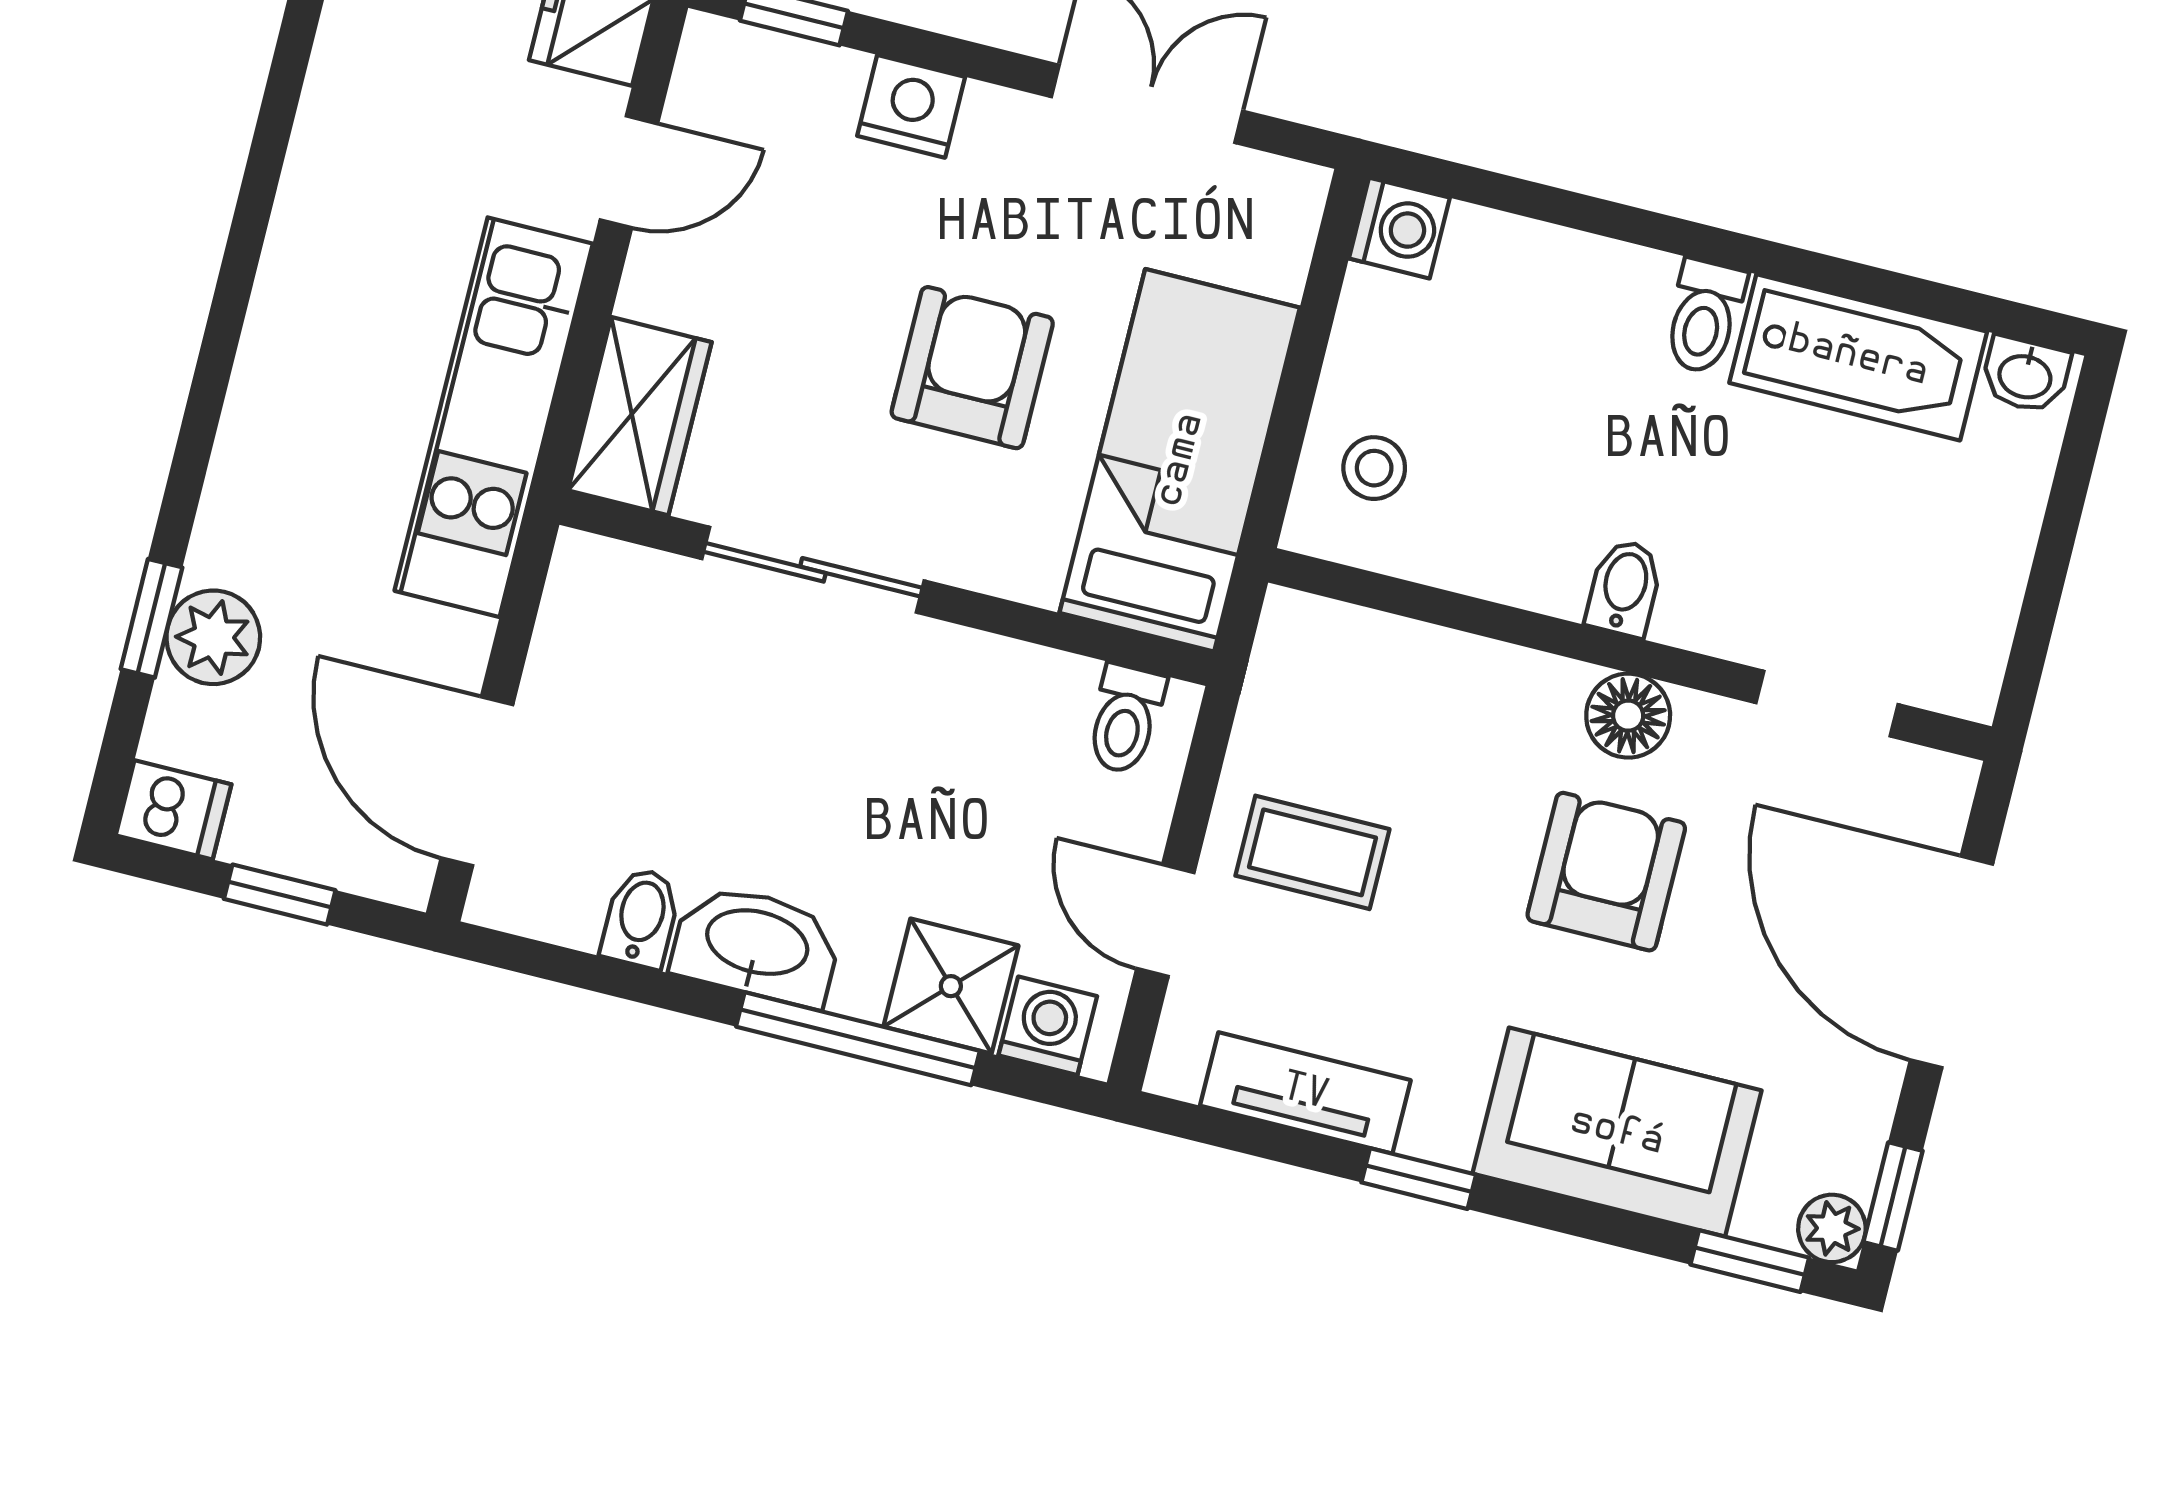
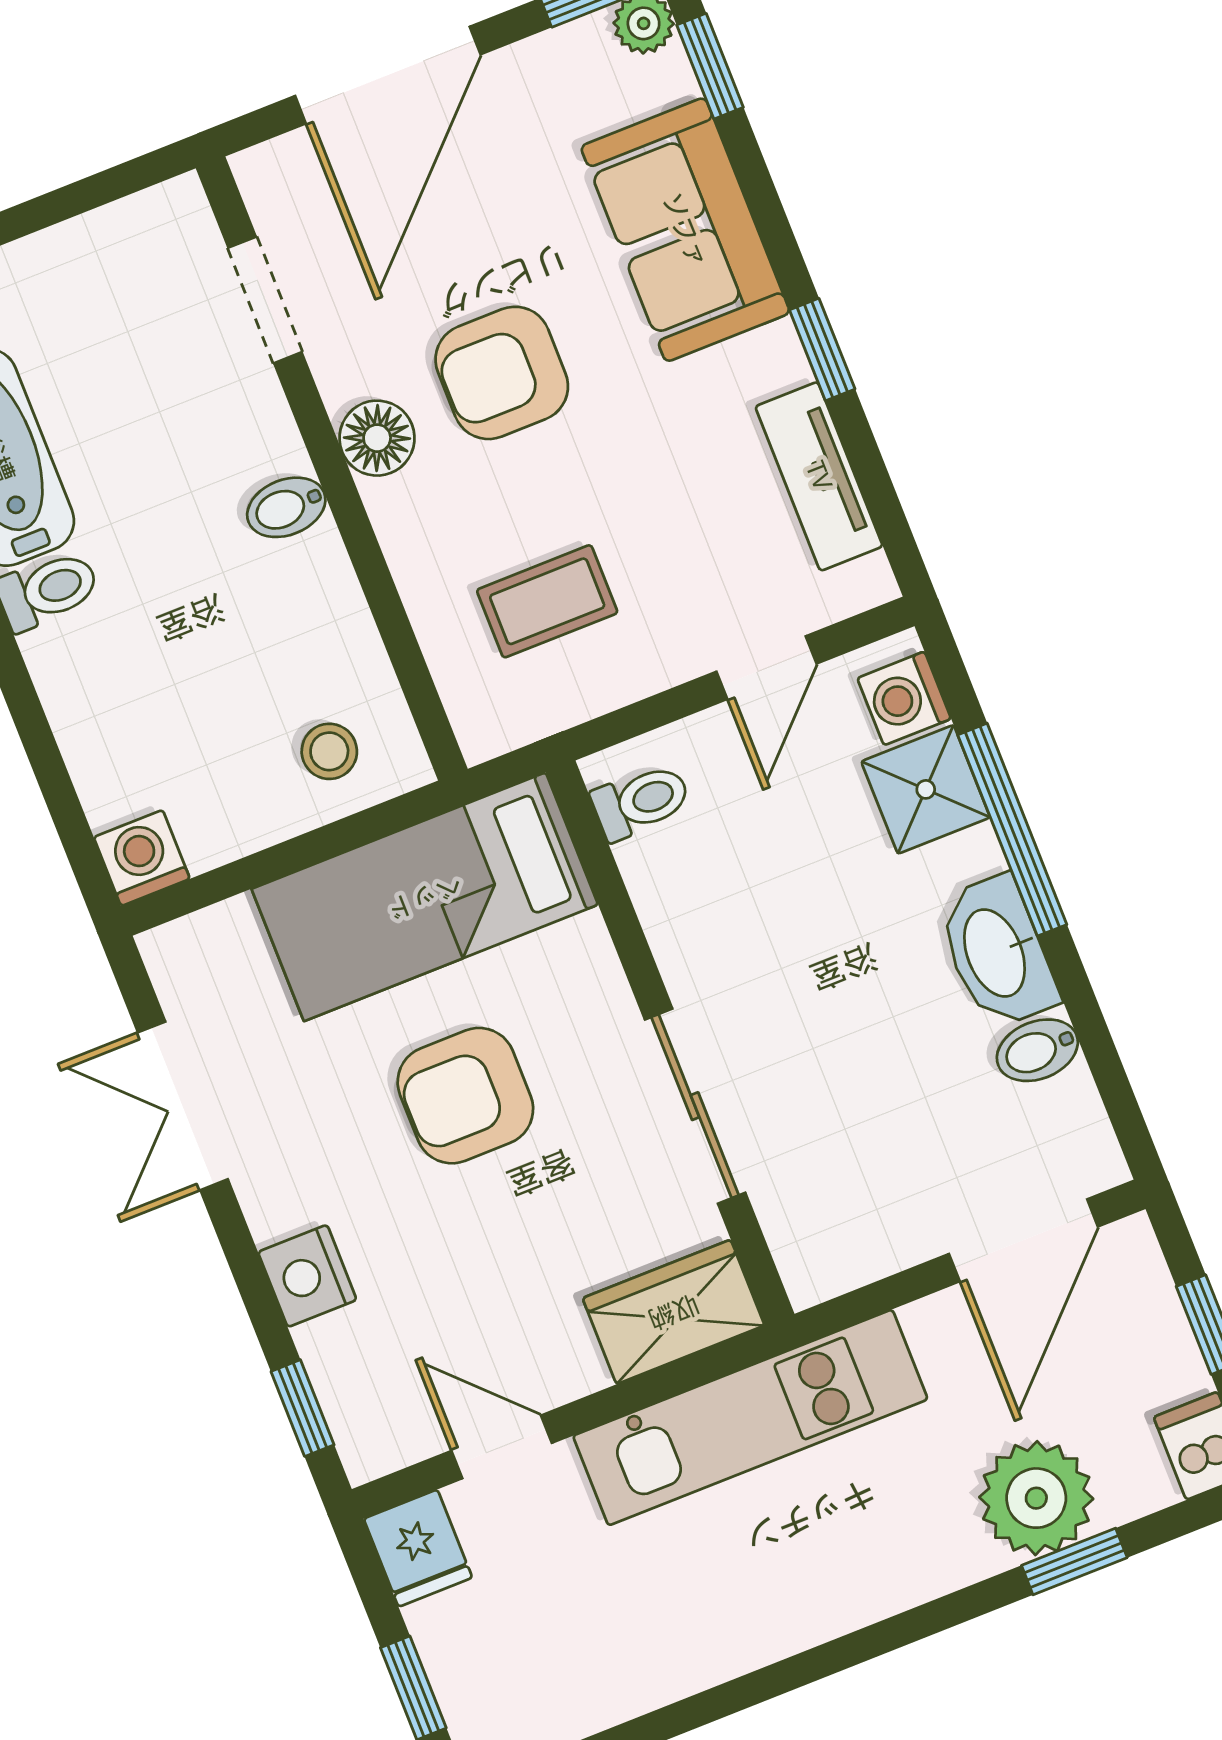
plant: (213, 637) -> (1036, 1498), width x1.36, depth x1.36
coffee table: (1312, 852) -> (547, 601), moved, turned 90

